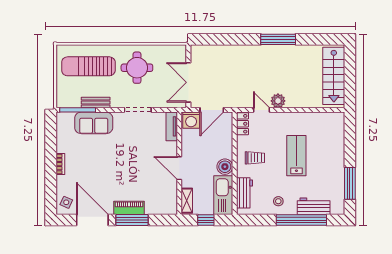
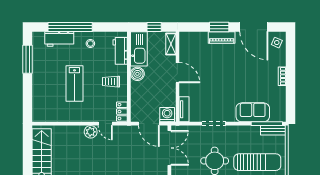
bench: (96, 103) -> (273, 130), moved
door: (212, 110) -> (149, 124), swing flipped
window: (132, 220) -> (219, 27), width x0.69

